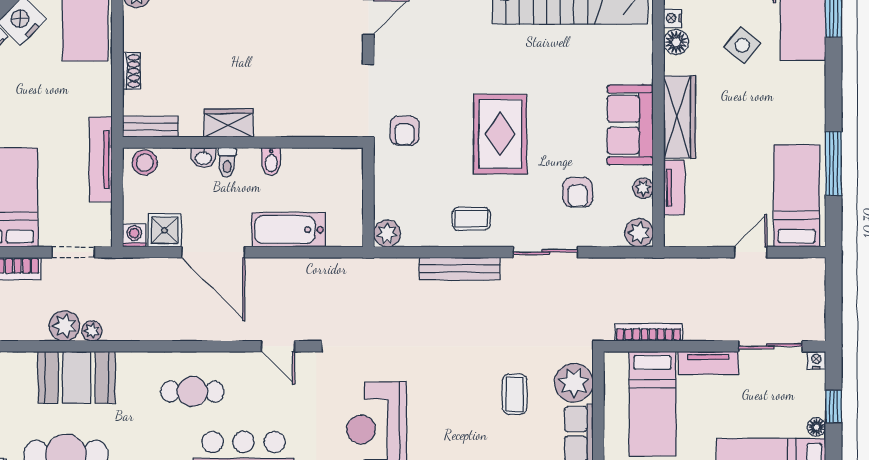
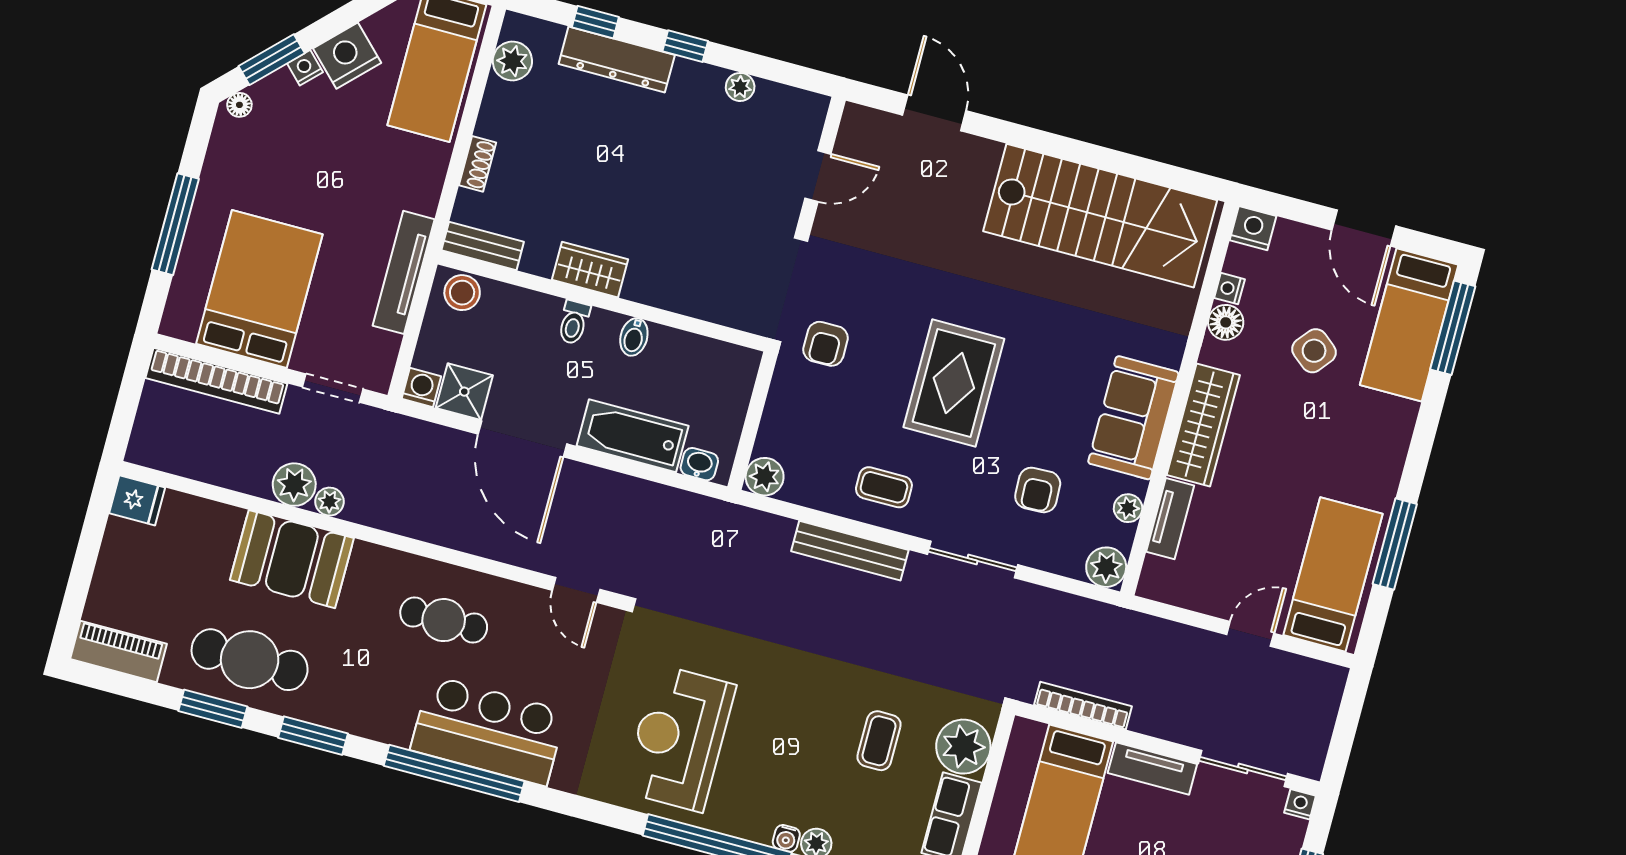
washbasin: (203, 158) -> (699, 464), moved, turned 180

